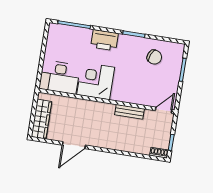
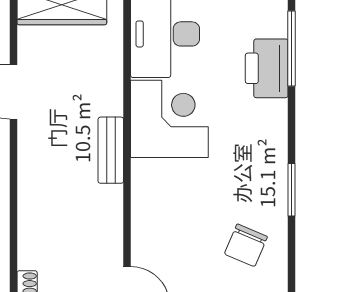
printer: (105, 40) -> (267, 68), moved
bench: (129, 112) -> (111, 150), moved

